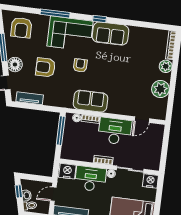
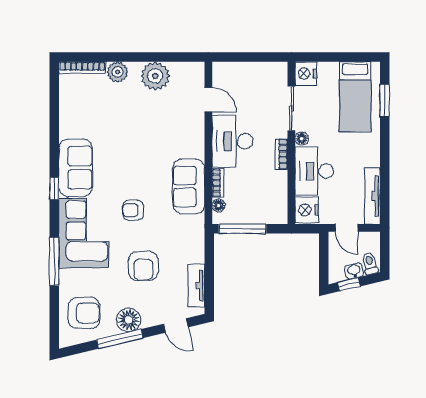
floor lamp: (15, 65) -> (129, 320), moved

